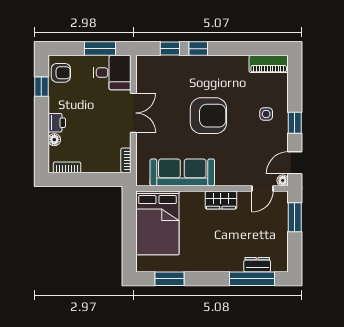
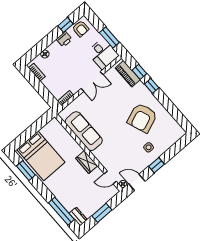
piano: (269, 64) -> (128, 74), moved
armchair: (208, 116) -> (142, 118), moved, turned 69
printer: (57, 123) -> (64, 39), moved
window: (295, 217) -> (102, 213), moved
bed: (157, 223) -> (41, 156), moved, turned -90
dresser: (257, 265) -> (78, 216), moved

